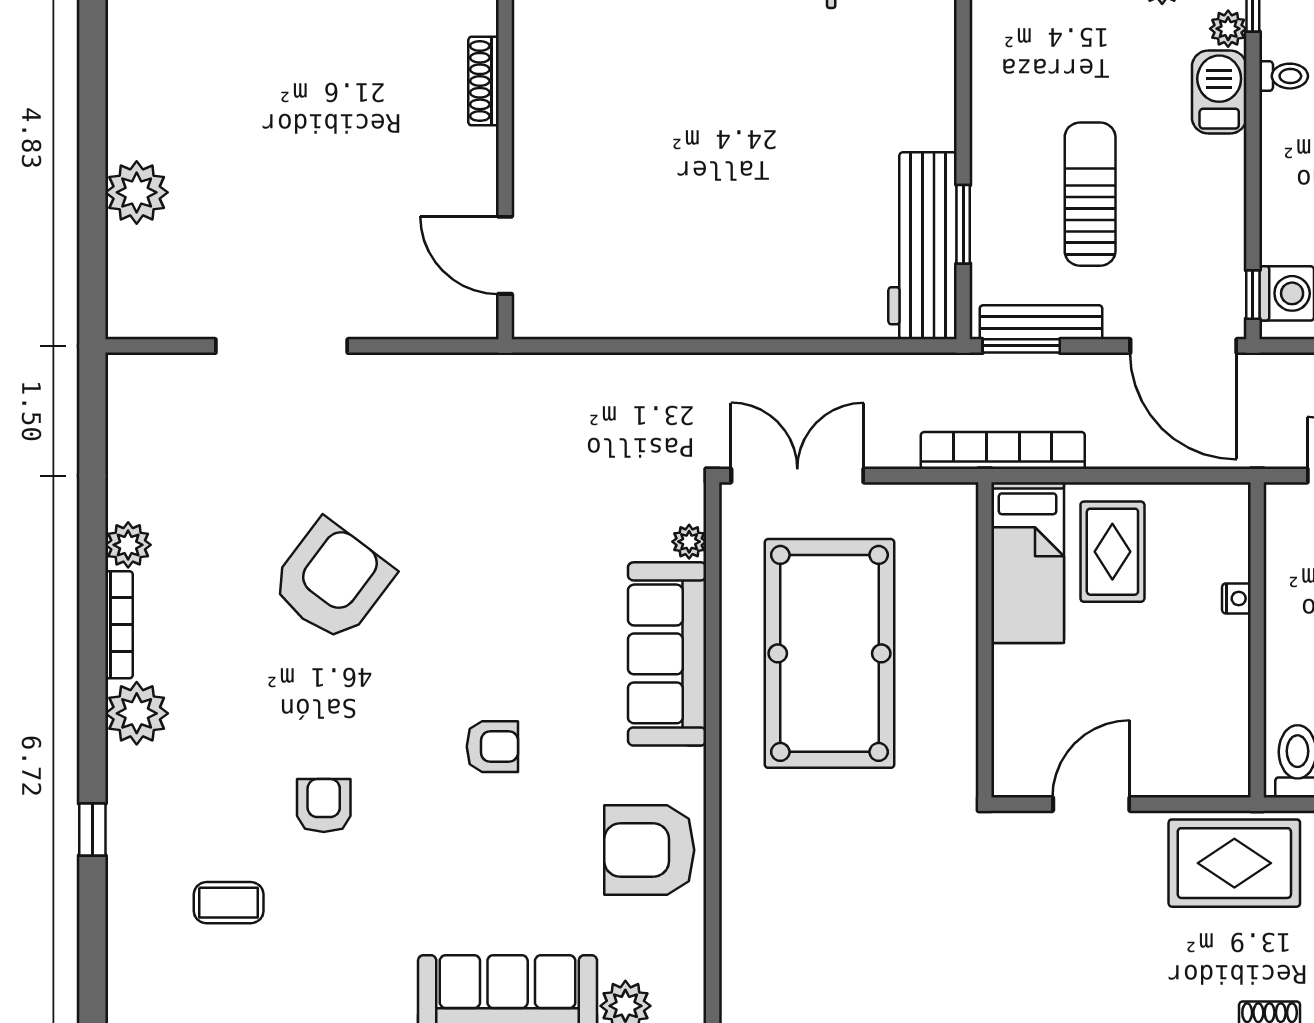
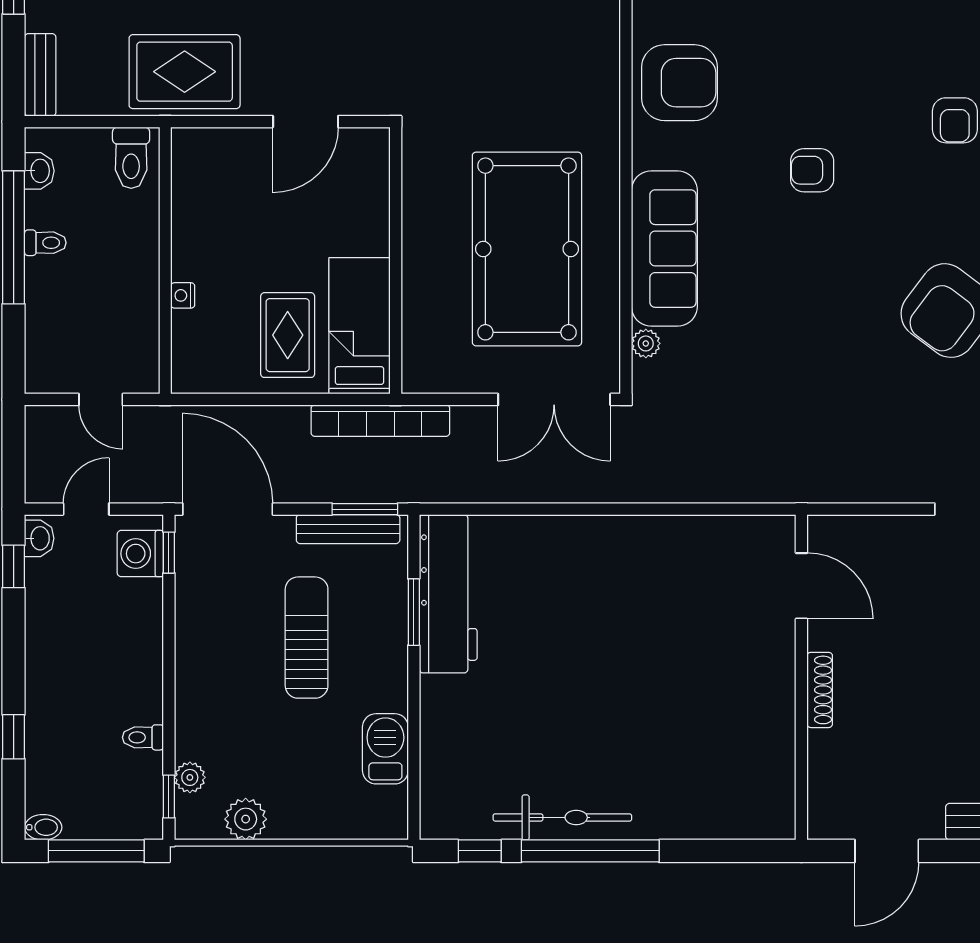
shoe rack: (483, 81) -> (820, 690), moved
barbecue: (1219, 92) -> (385, 749), moved, turned 180
sun lounger: (1090, 194) -> (307, 638), turned 180

